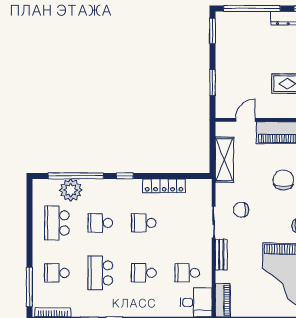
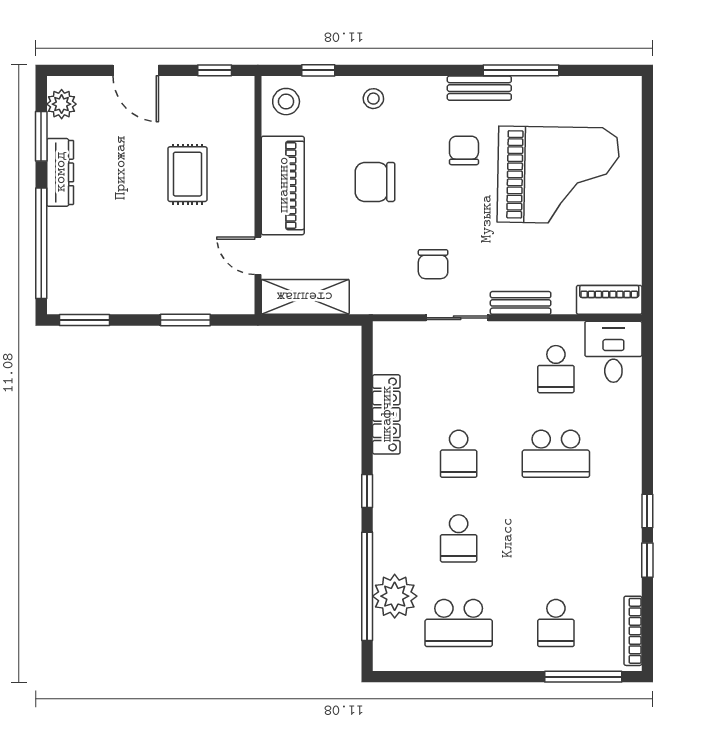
shelving: (224, 160) -> (305, 297), moved
school desk: (100, 273) -> (556, 538), removed
school desk: (144, 273) -> (556, 454), width x1.85

